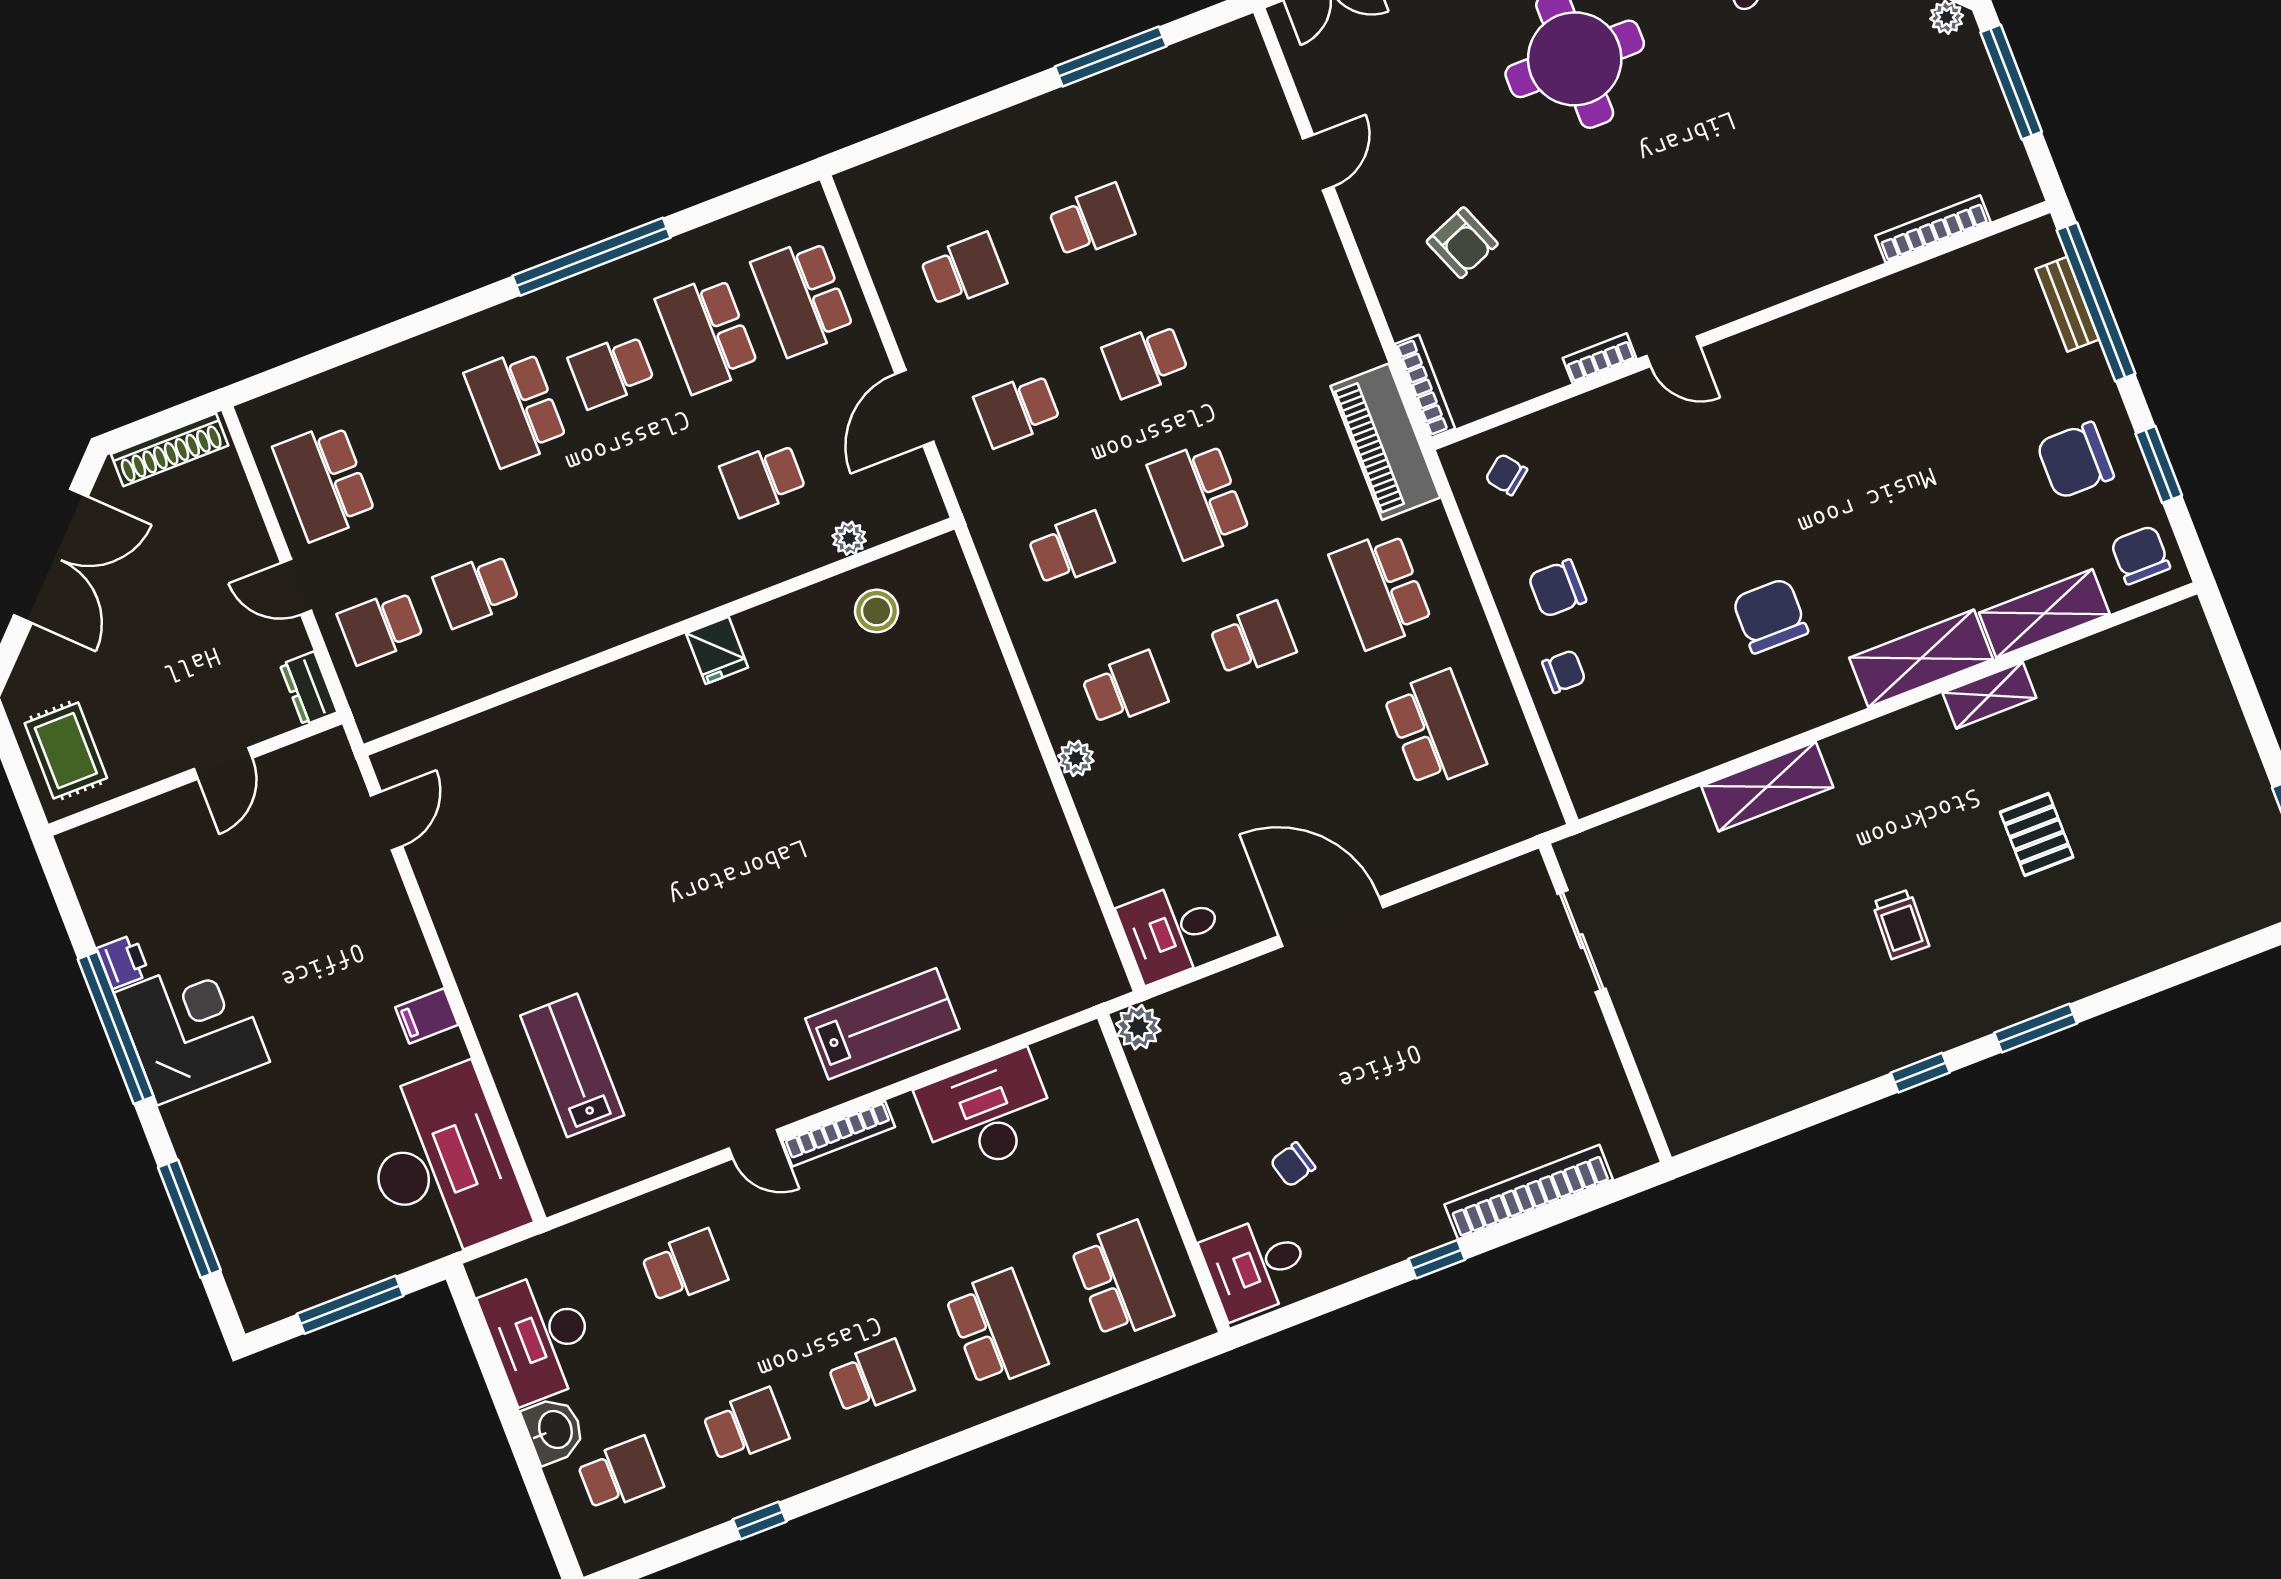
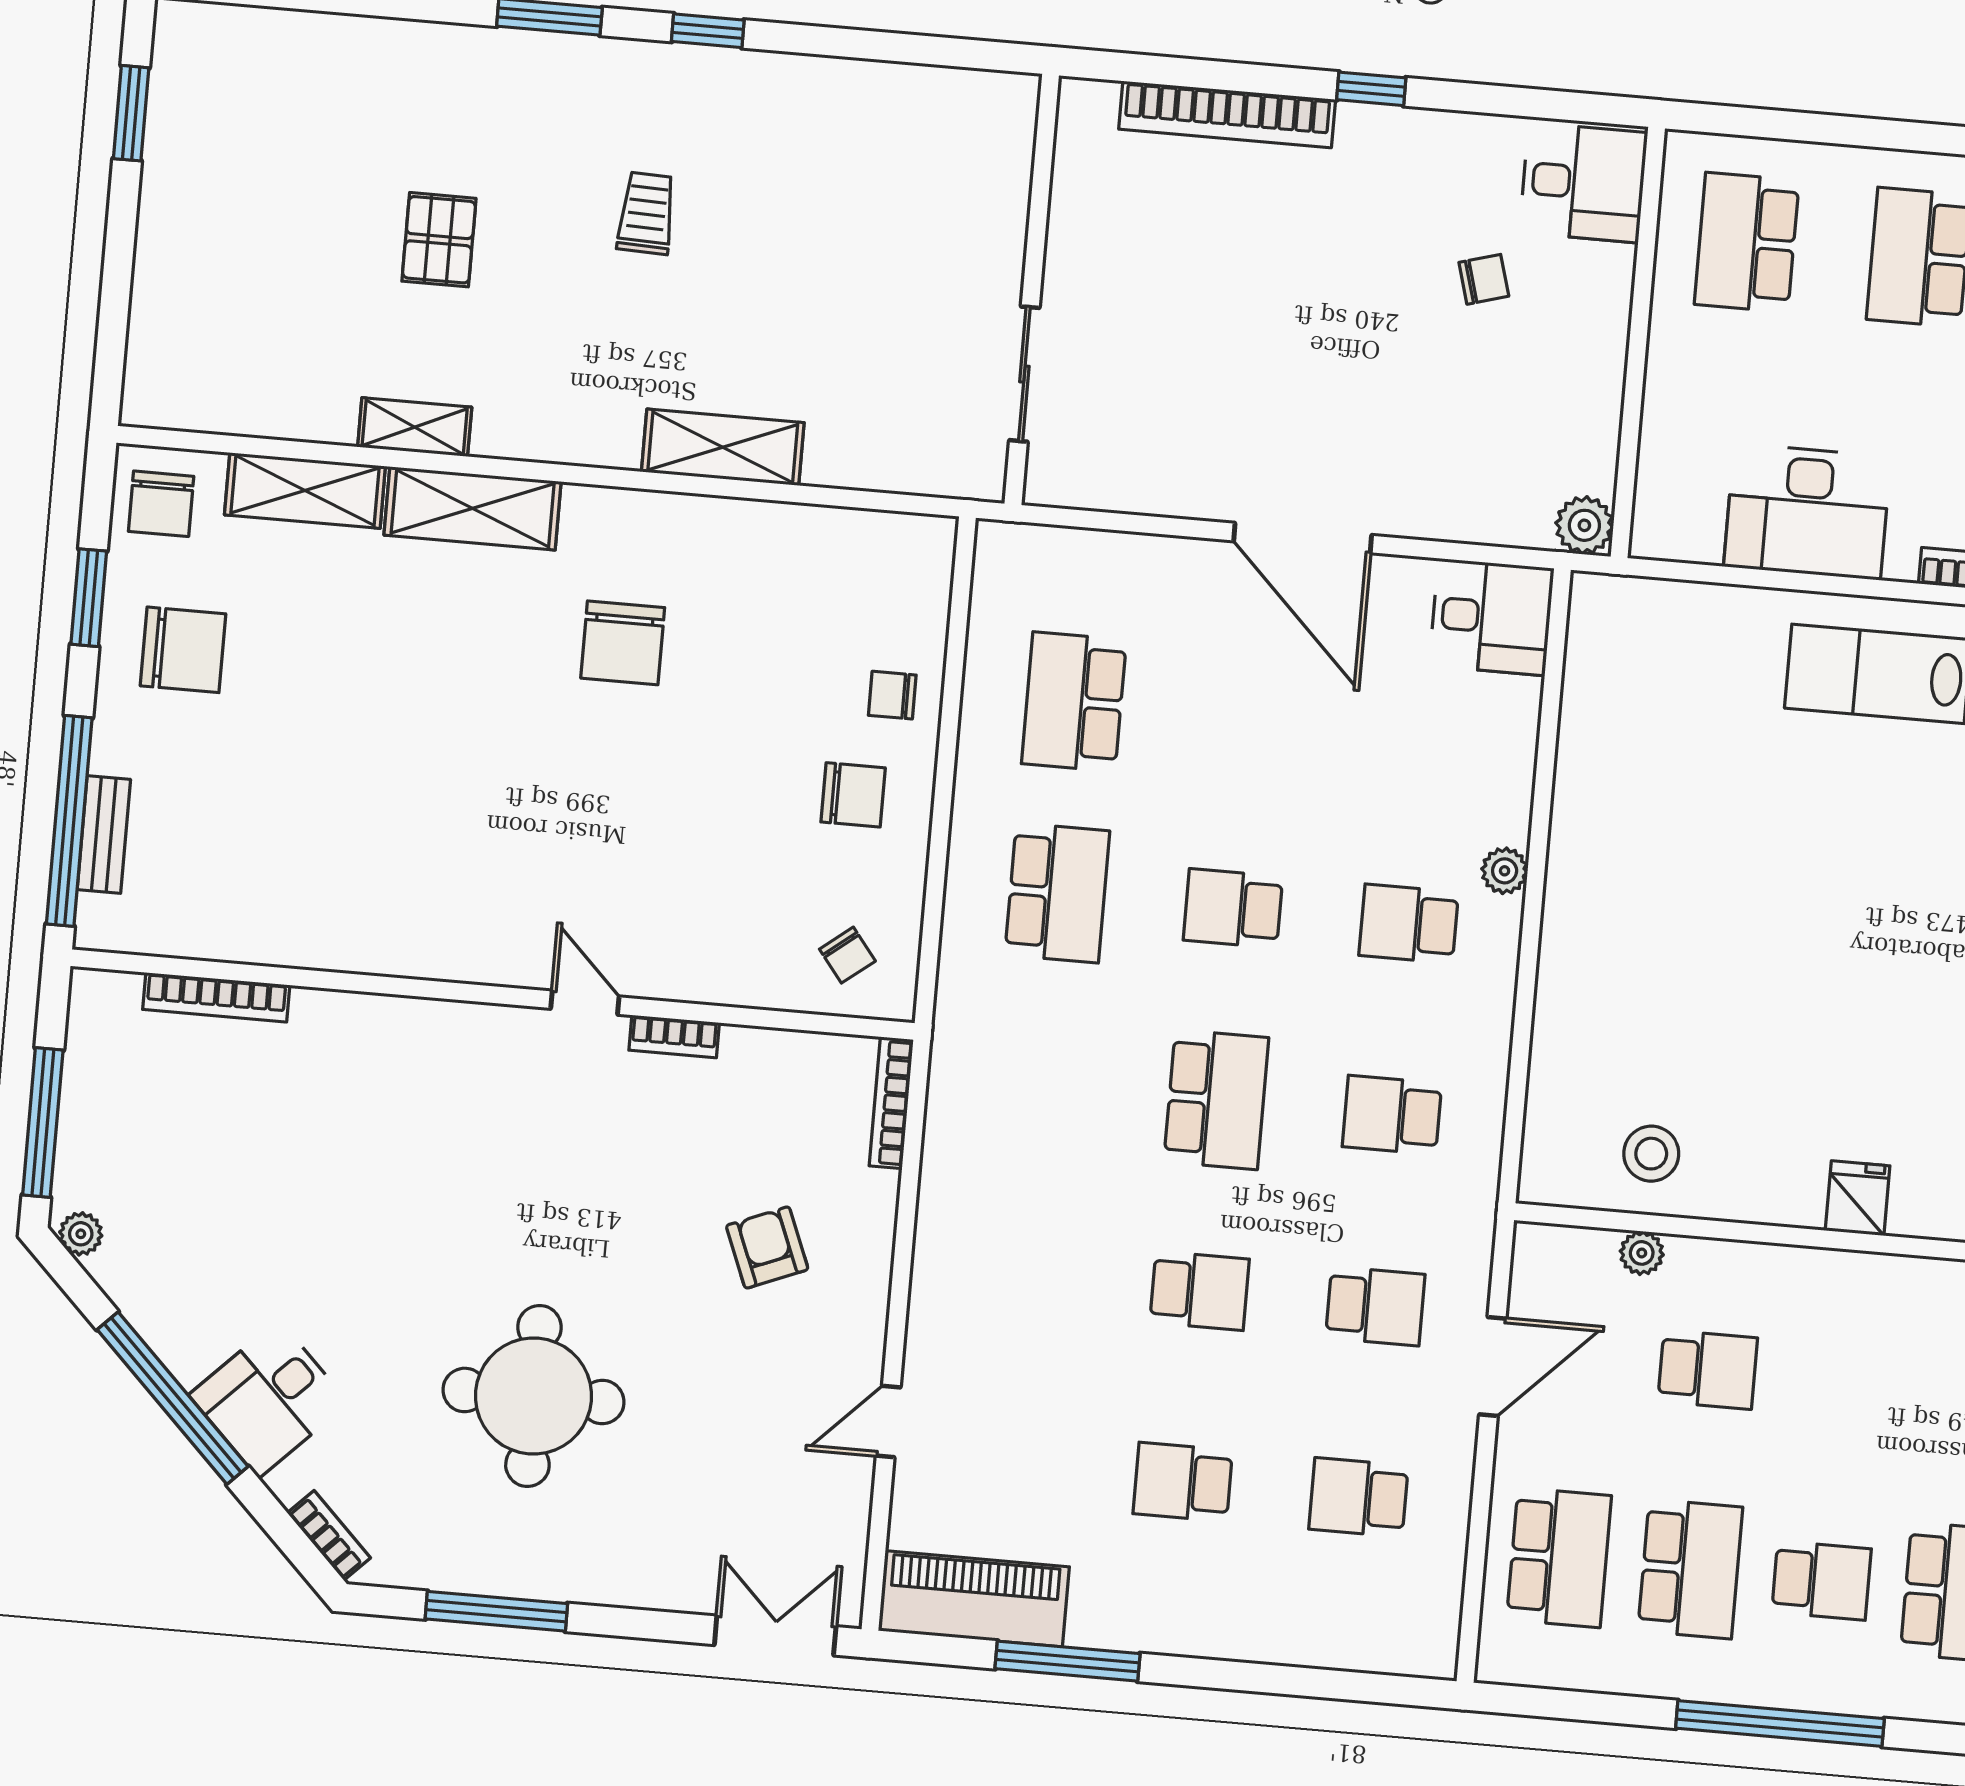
piano: (1385, 442) -> (974, 1599), moved, turned -90

